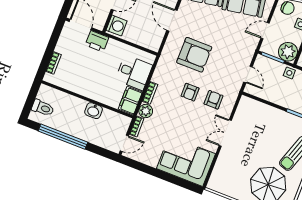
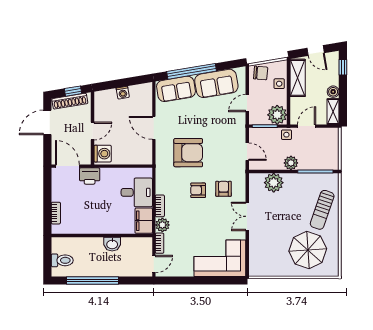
armchair: (190, 92) -> (198, 190), turned 90
plant: (284, 100) -> (291, 163), added
plant: (261, 112) -> (274, 183), added

